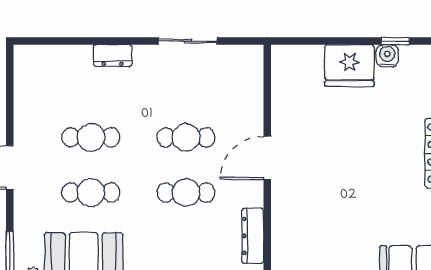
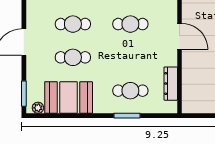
door: (267, 158) -> (179, 36), swing flipped
cafe table: (186, 192) -> (130, 91), moved

